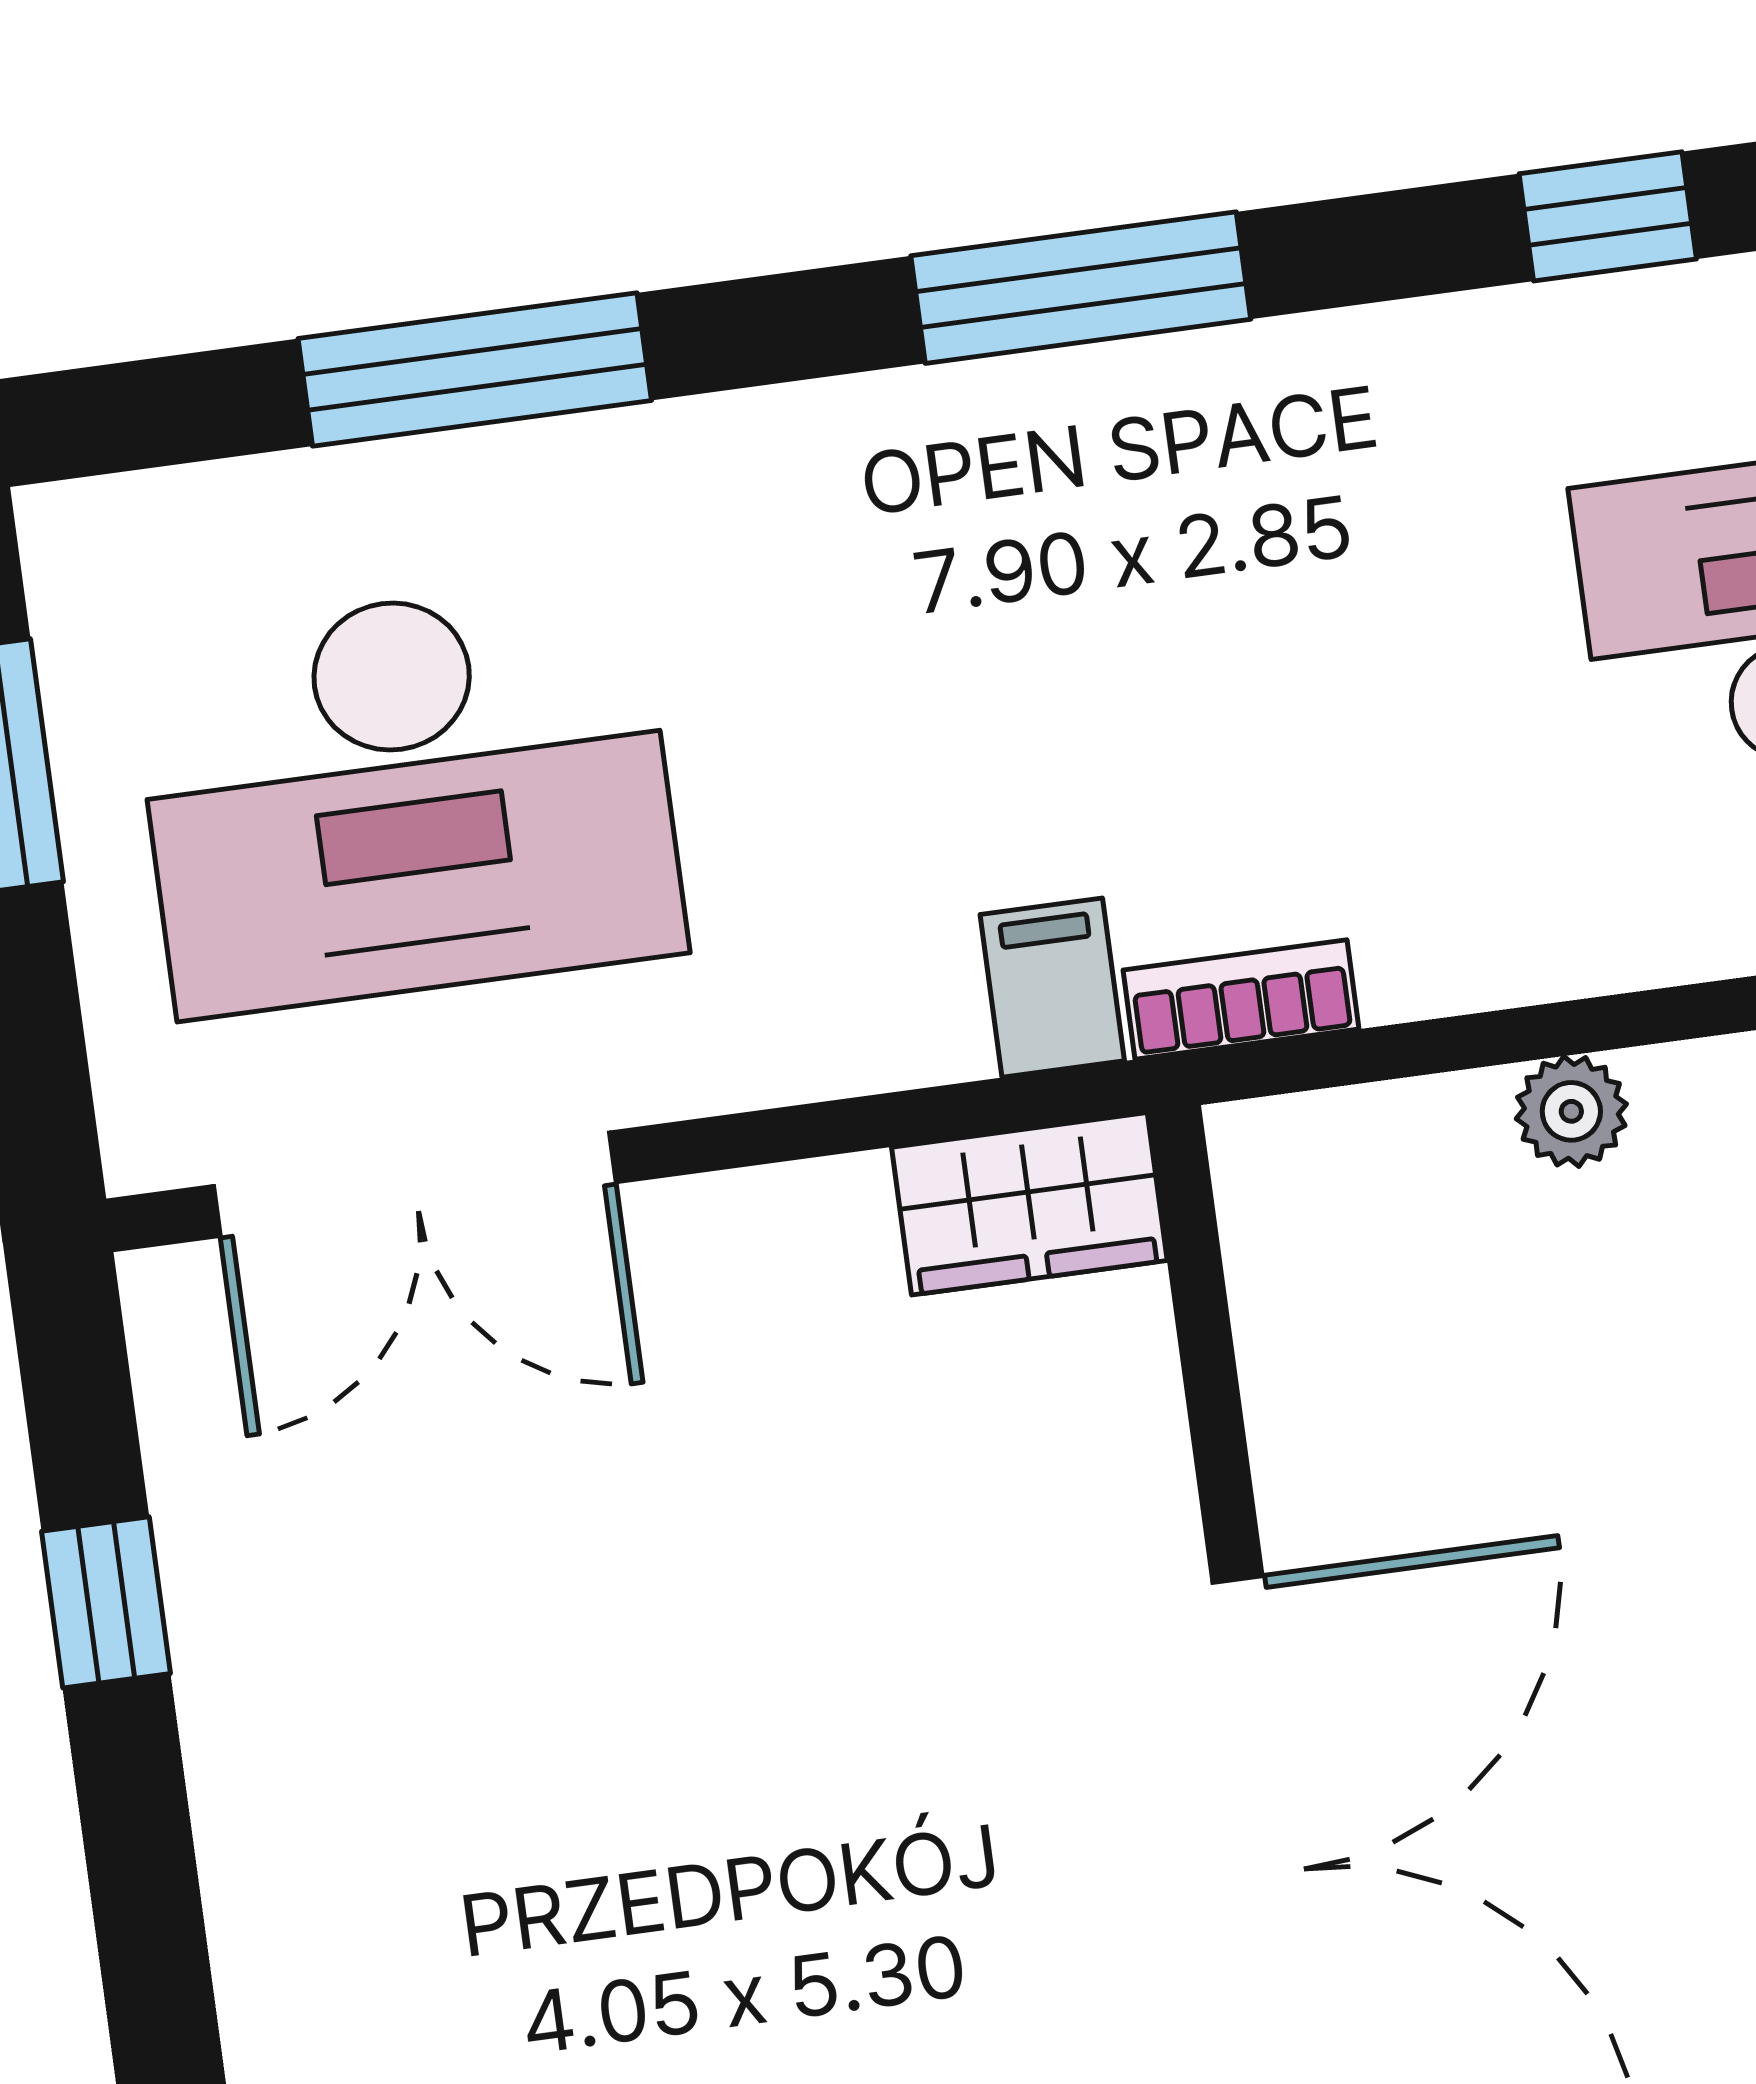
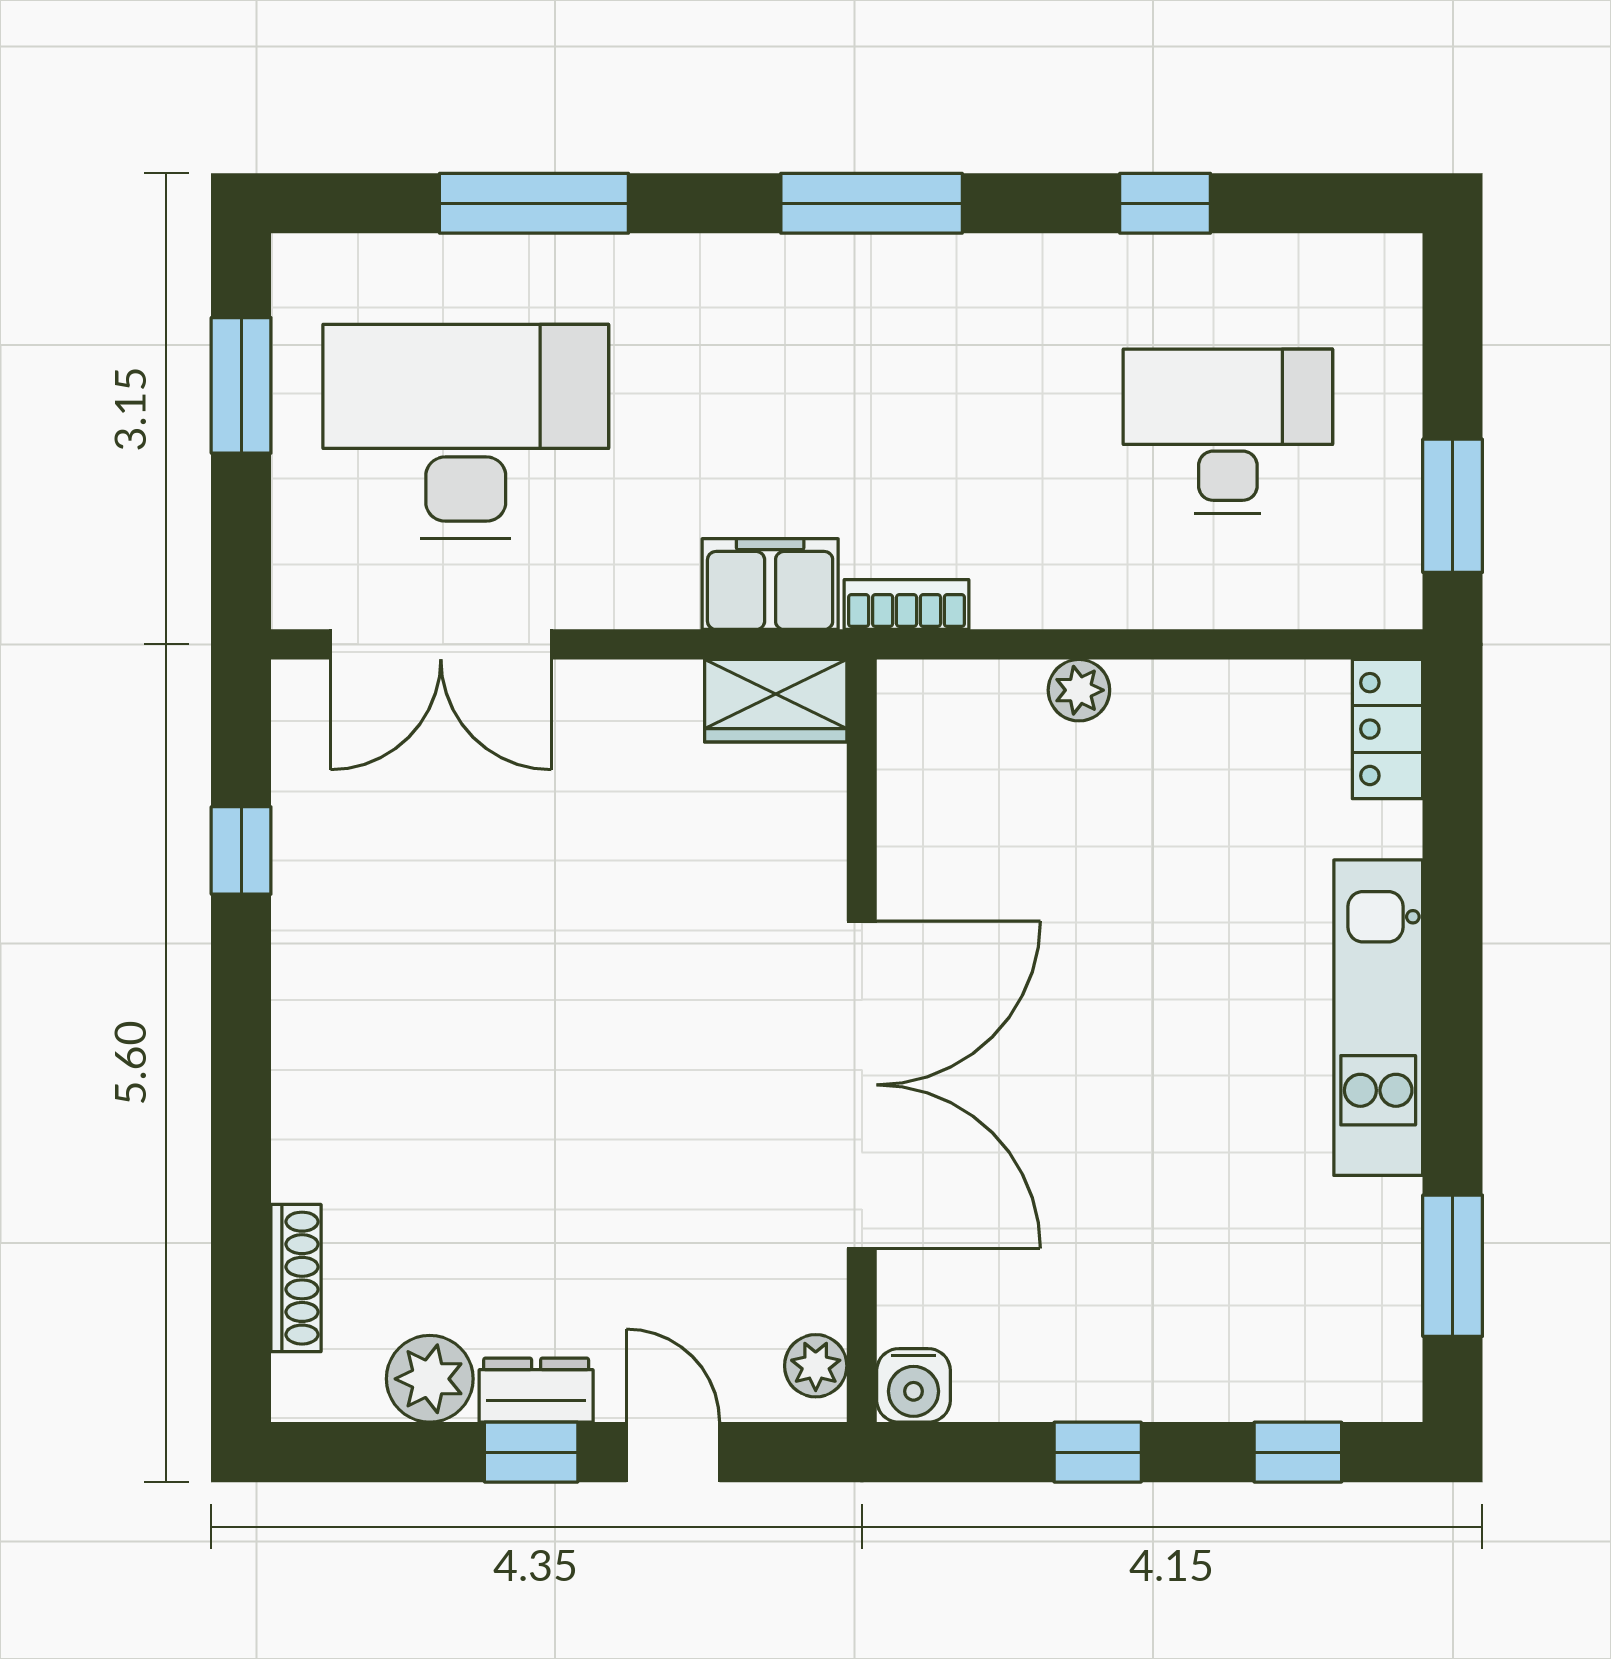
desk: (408, 796) -> (466, 431), turned 180
filing cabinet: (1052, 988) -> (770, 584), width x2.00

